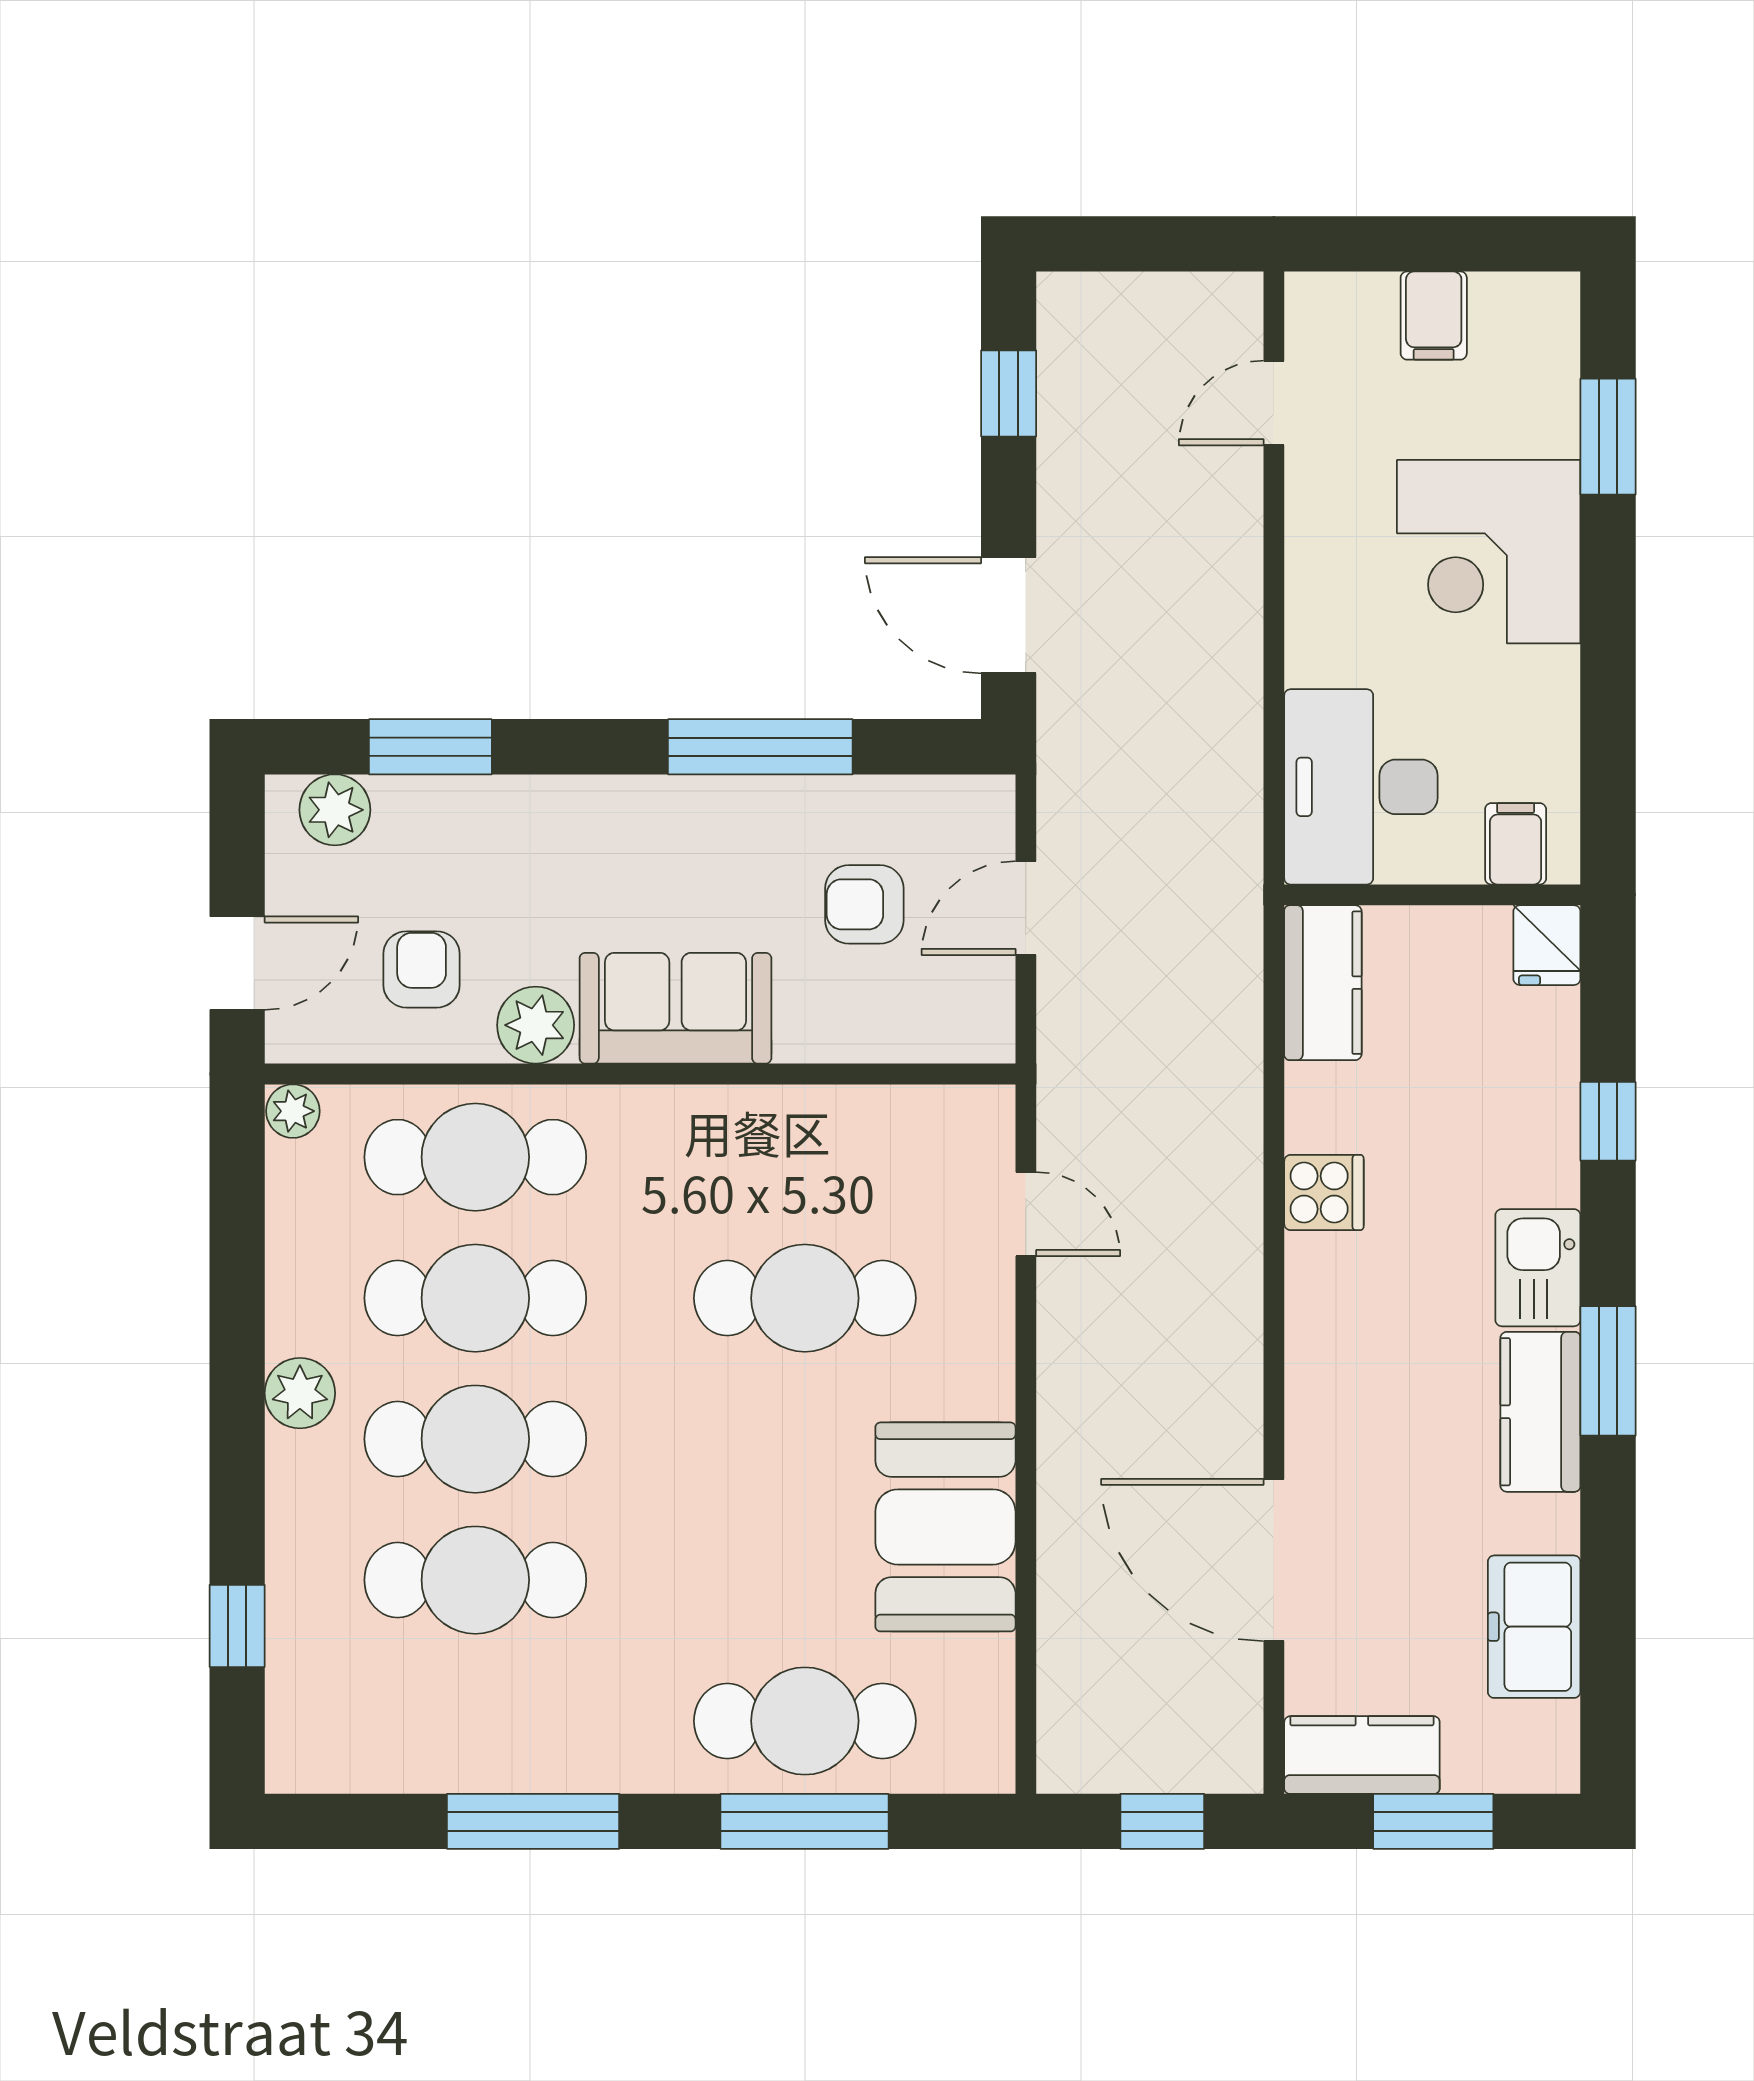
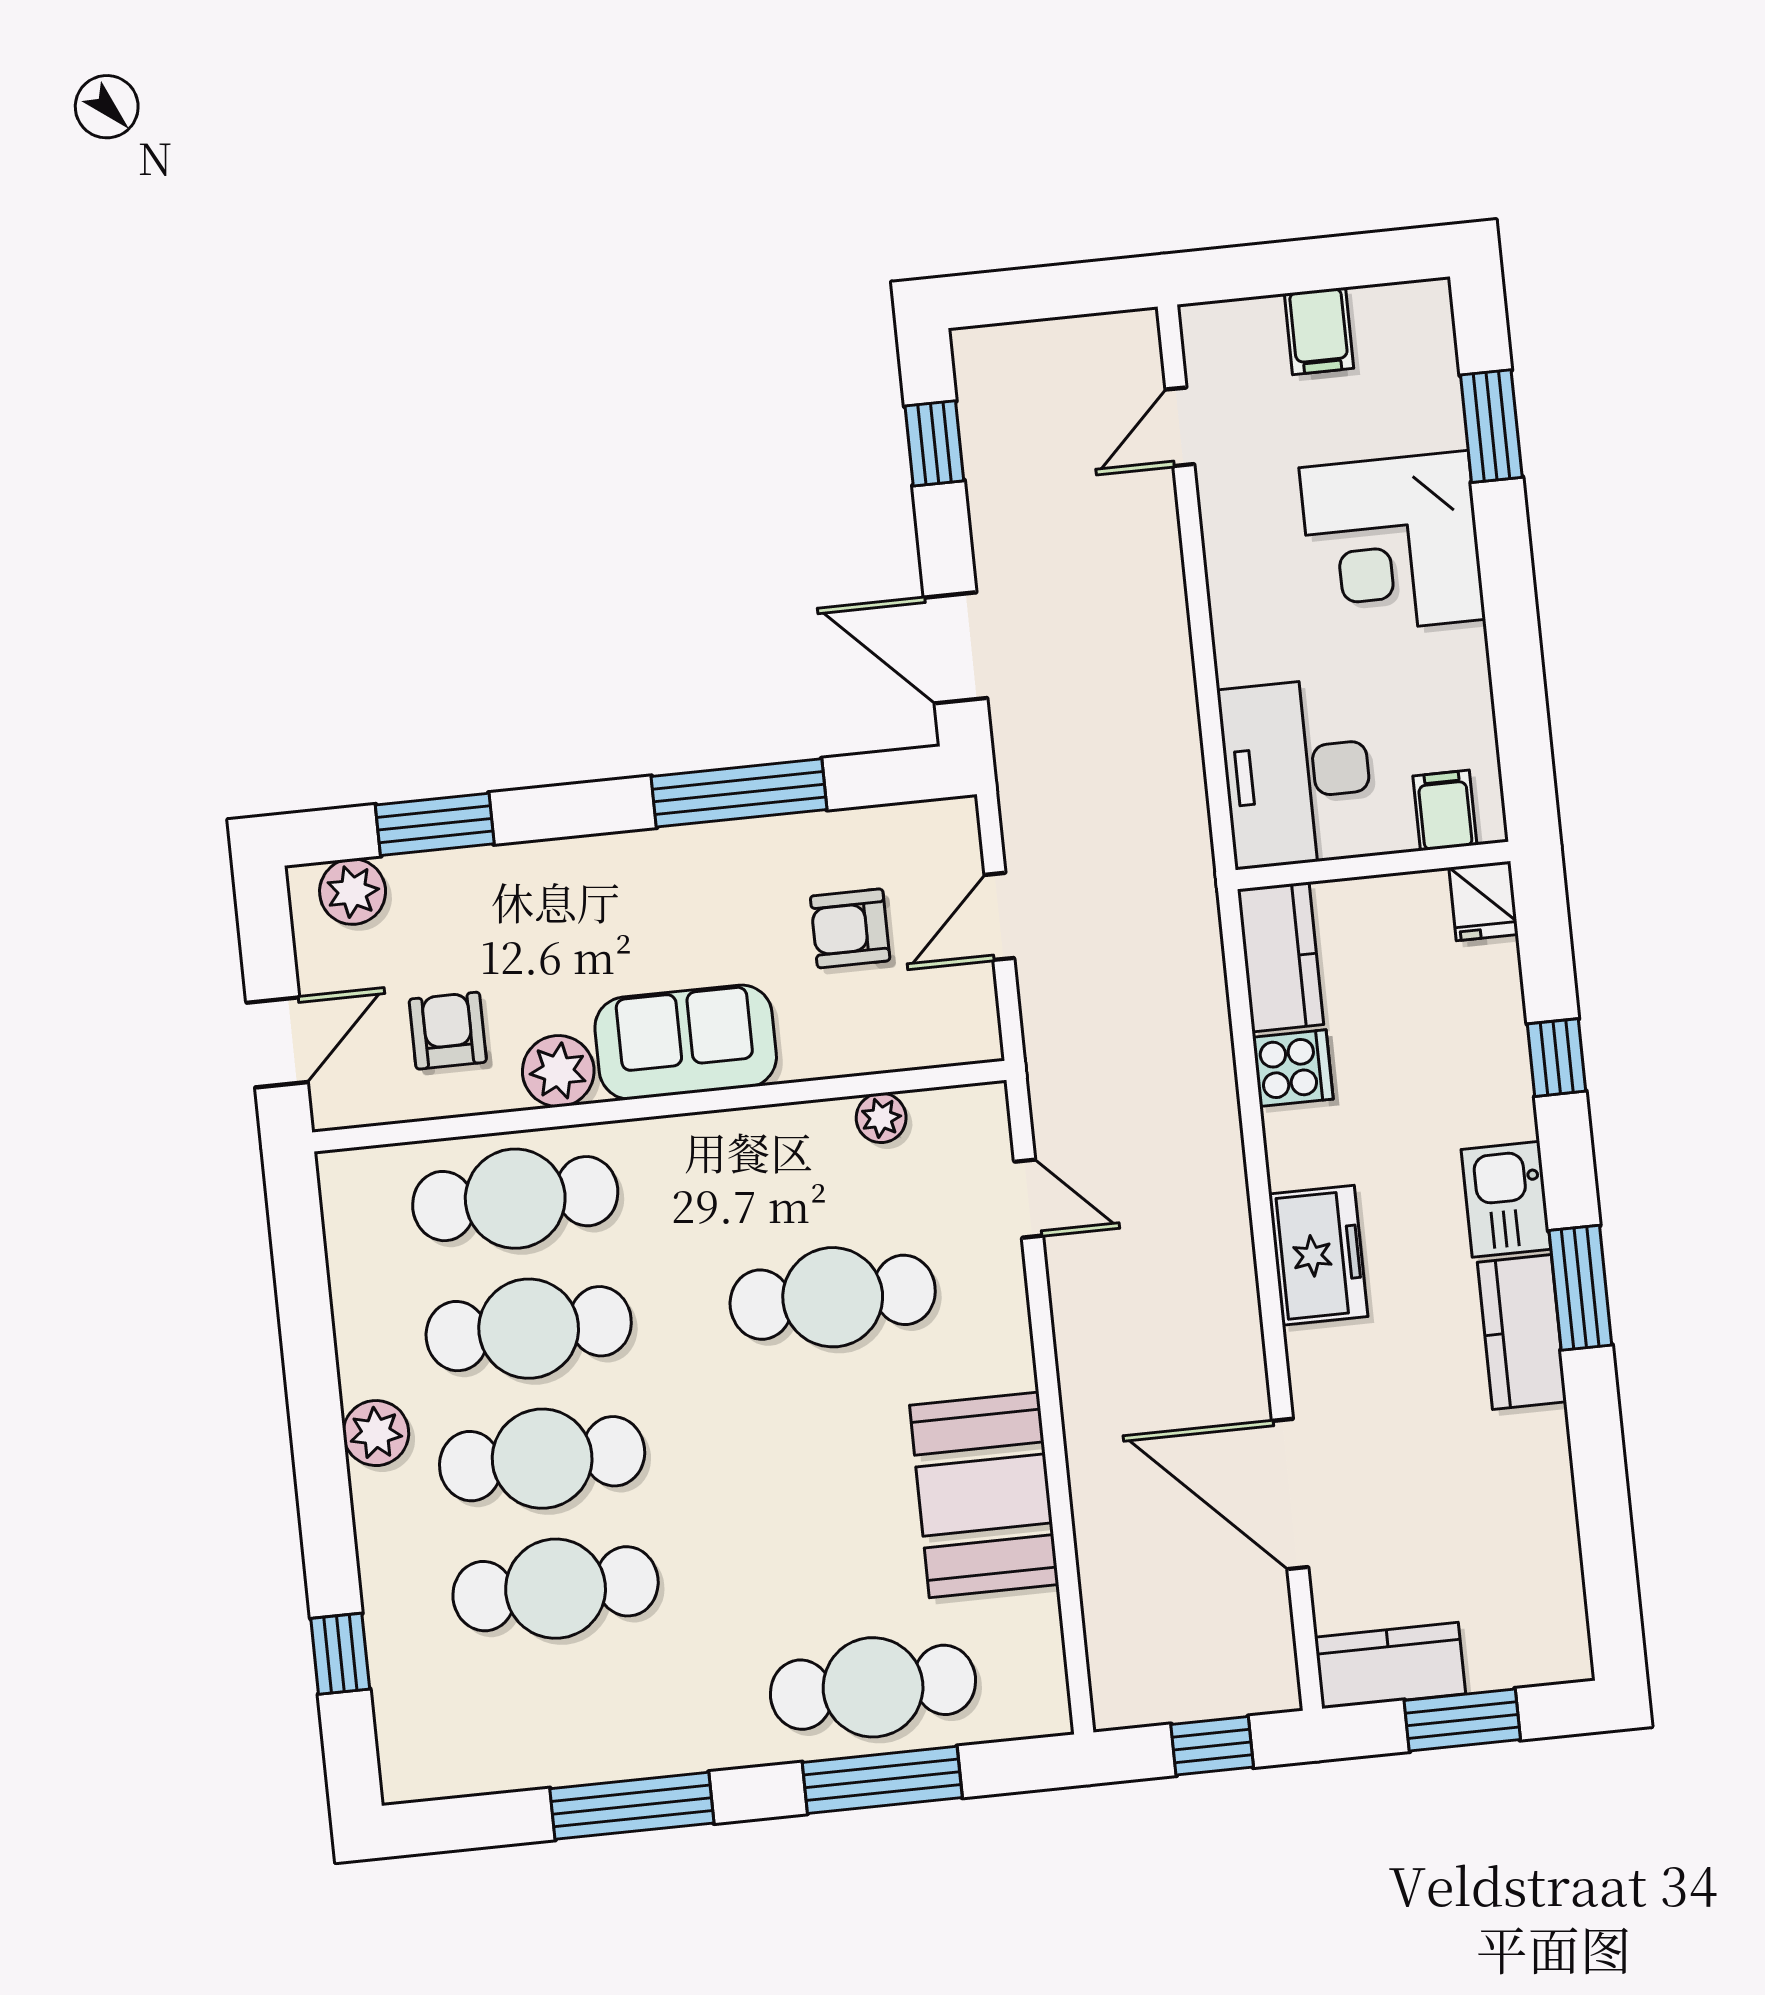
plant: (293, 1111) -> (881, 1118), moved
cooker: (1324, 1192) -> (1293, 1068), moved
freezer: (1534, 1627) -> (1318, 1255), moved, turned 180

